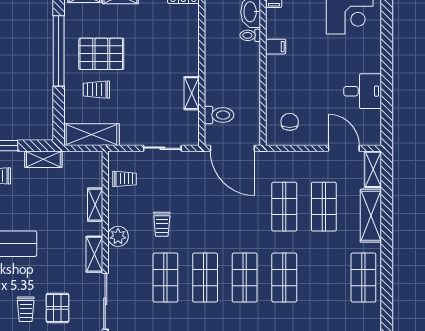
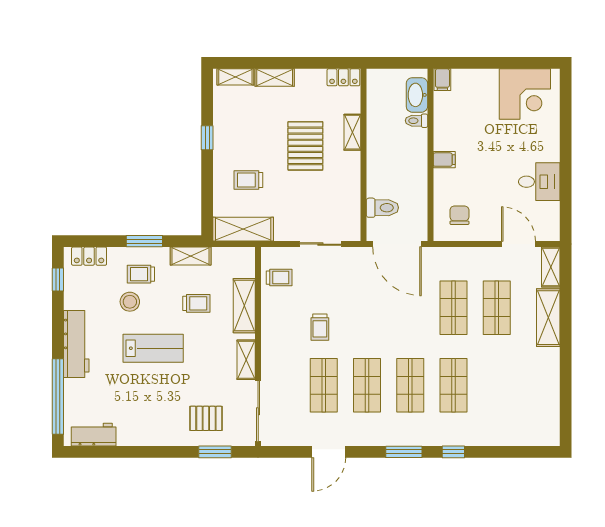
filing cabinet: (276, 47) -> (444, 160), moved
window: (59, 51) -> (207, 138), width x0.32
pallet: (101, 54) -> (305, 146), moved, turned 90
shelving: (192, 93) -> (352, 132), moved
shelving: (95, 205) -> (244, 306), width x1.50, depth x1.33
plant: (118, 236) -> (272, 340), removed
shop shelf: (363, 278) -> (540, 385), removed
pallet: (58, 308) -> (206, 418), turned 90
trolley: (26, 309) -> (196, 303), moved, turned -90

